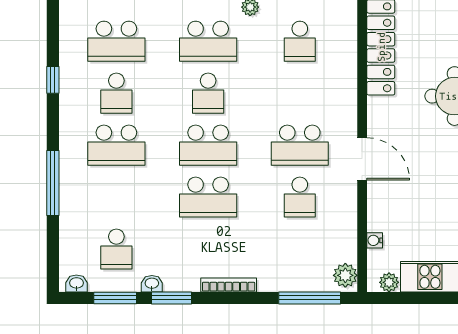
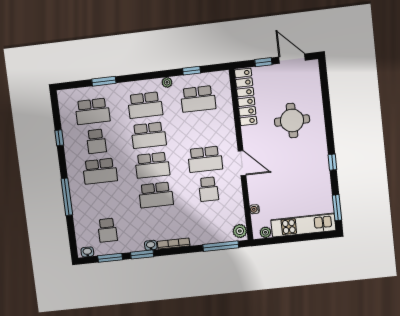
school desk: (300, 41) -> (198, 99), width x1.85
school desk: (208, 93) -> (149, 135), width x1.85
washbasin: (152, 284) -> (151, 245), moved

